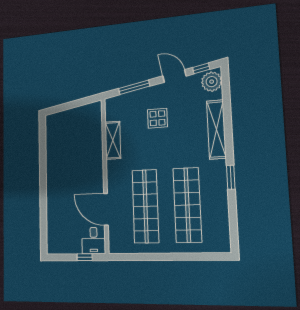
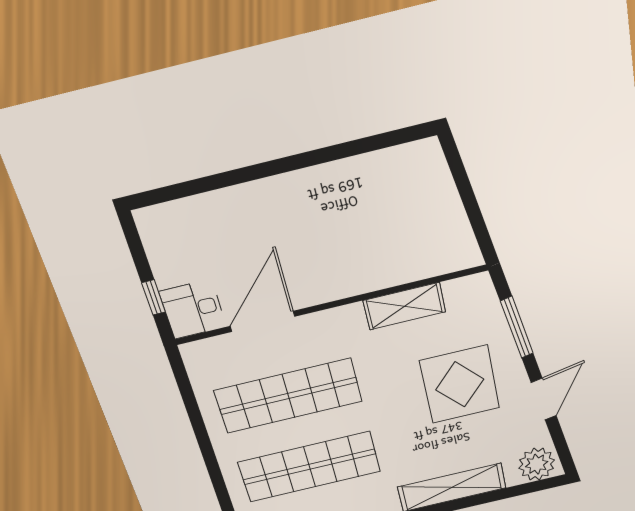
window: (201, 68) -> (560, 442), removed
display table: (157, 118) -> (460, 384), width x1.86, depth x1.86

